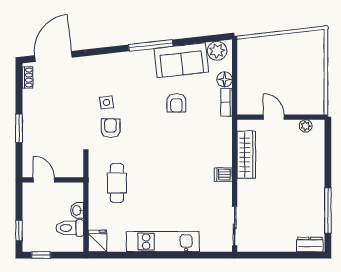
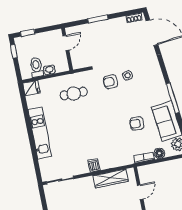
armchair: (111, 128) -> (111, 82), turned 180

